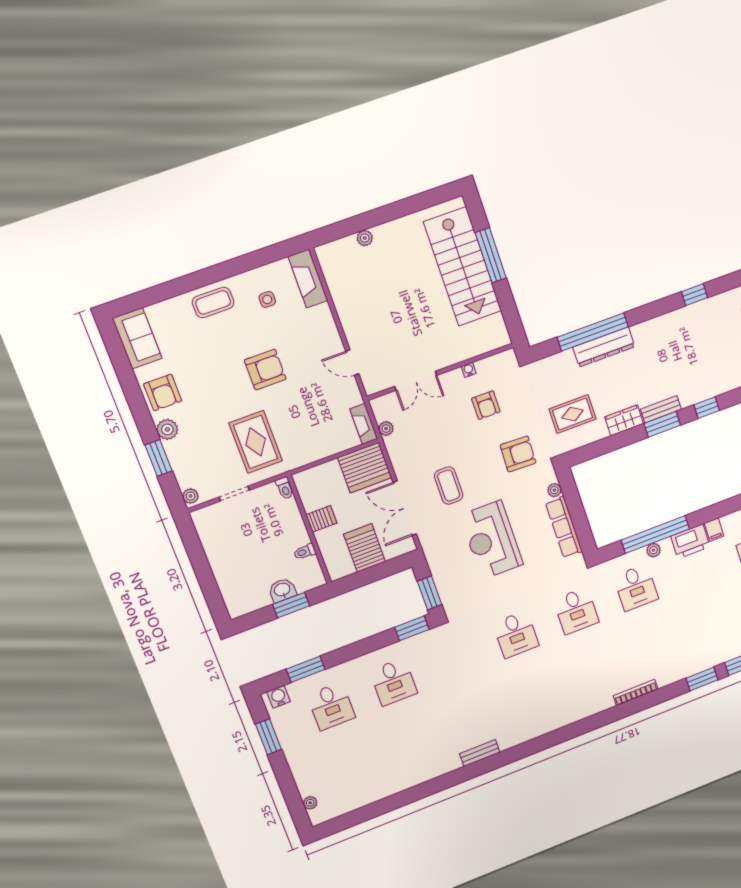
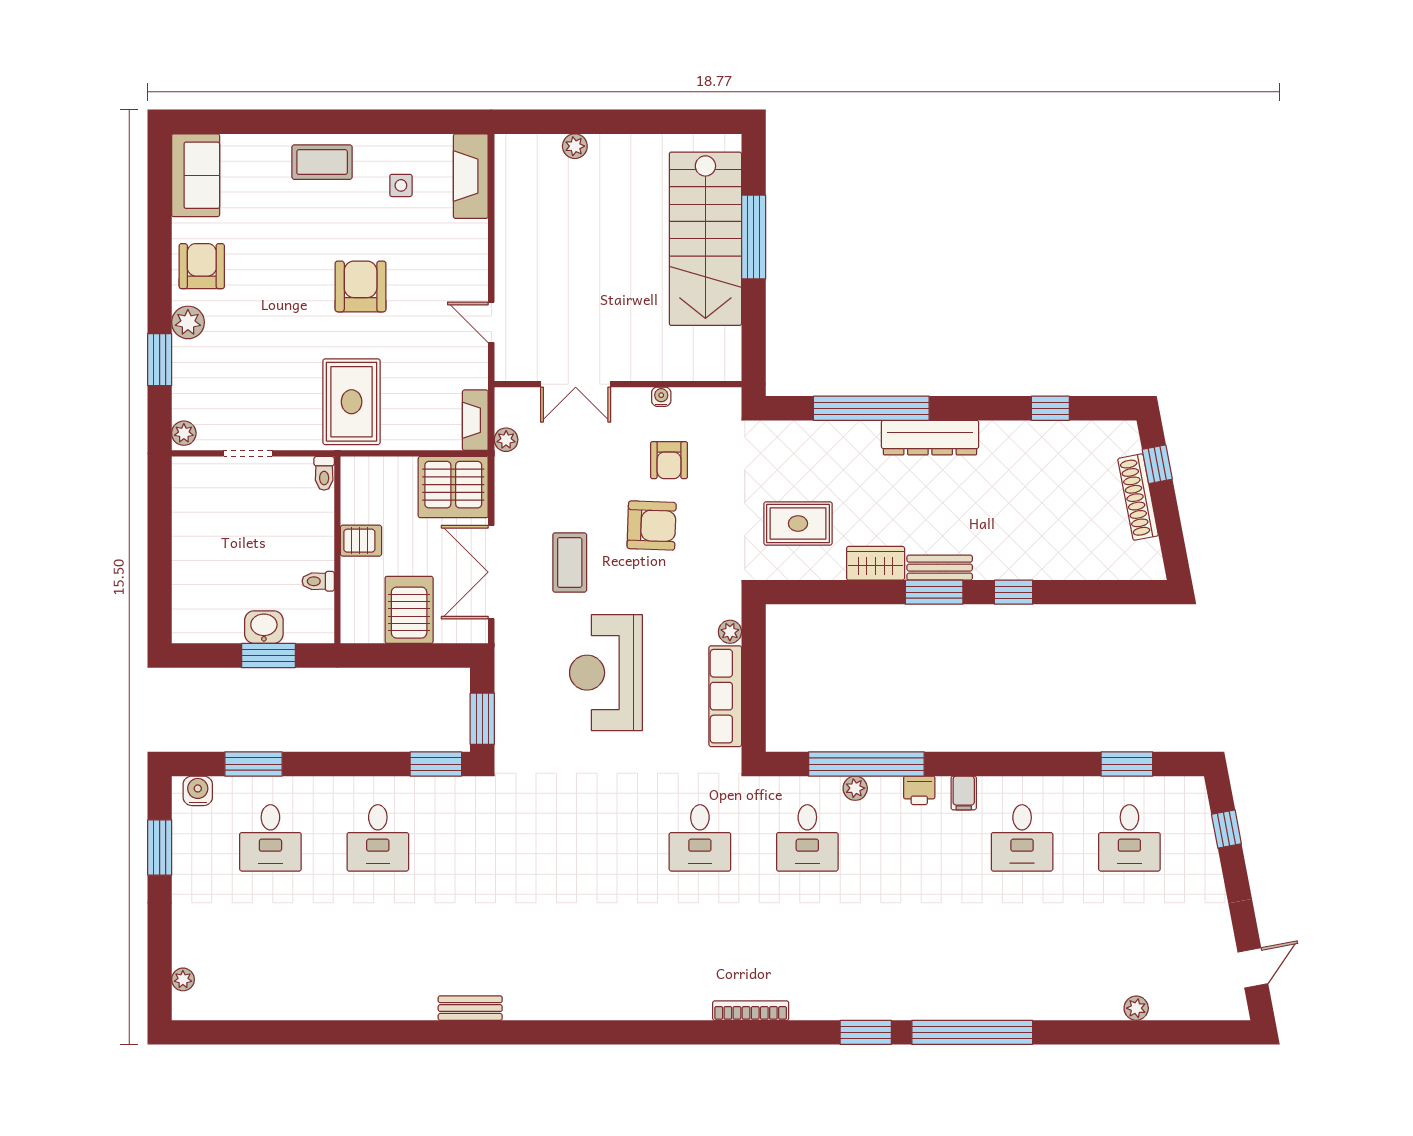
dresser: (604, 347) -> (930, 438), moved
armchair: (265, 370) -> (361, 286), turned -90
armchair: (163, 392) -> (202, 266), turned 180
rug: (256, 442) -> (352, 402), moved
armchair: (518, 454) -> (652, 526), moved
printer: (690, 541) -> (919, 790), width x0.53, depth x0.68
desk: (516, 634) -> (593, 838), removed

